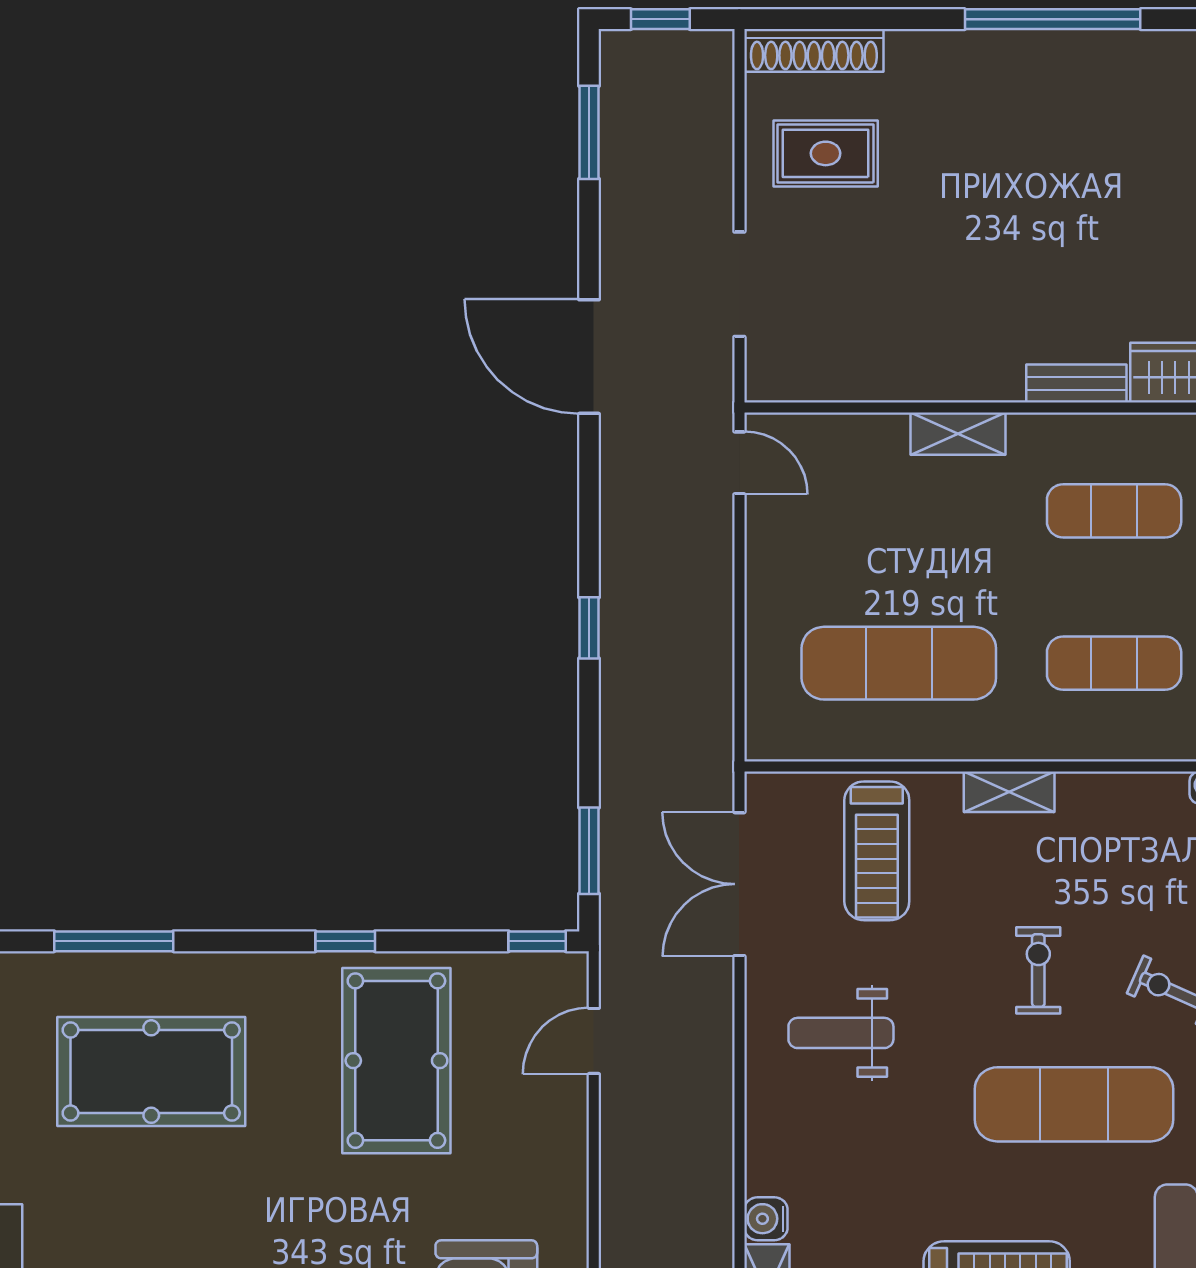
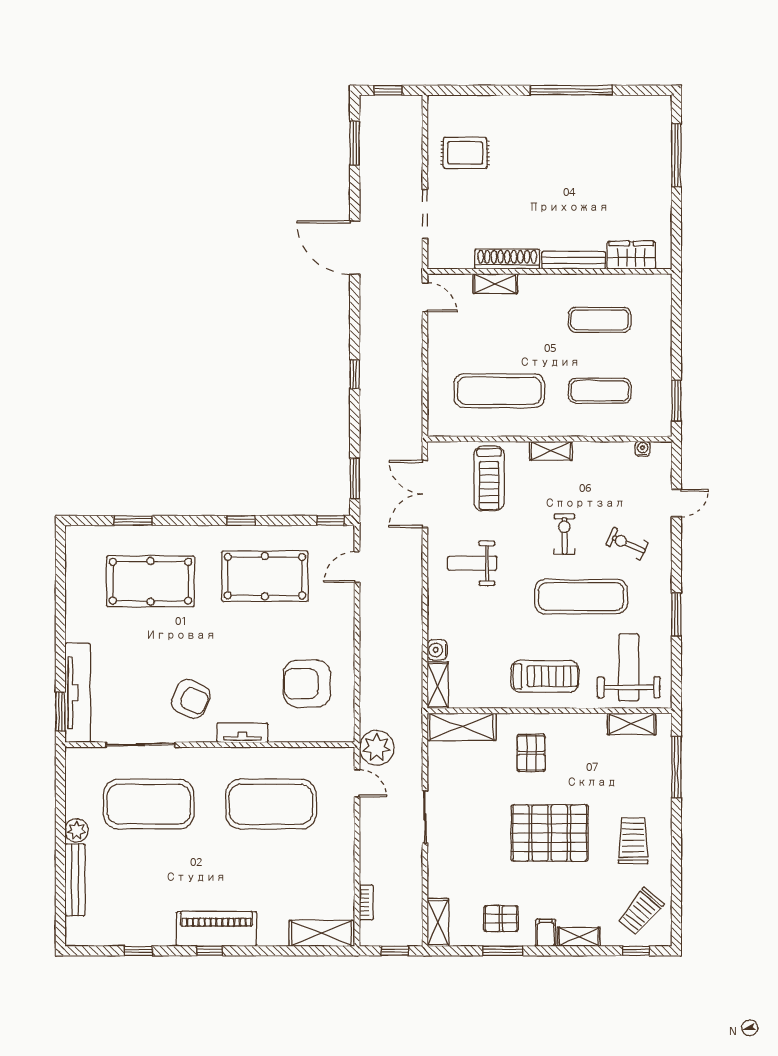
shoe rack: (814, 50) -> (507, 259), moved, turned 180
bench: (1076, 383) -> (574, 260), width x1.36
shelving: (958, 434) -> (495, 284), moved
window: (114, 941) -> (133, 521), width x0.69
pool table: (396, 1061) -> (265, 576), turned 90

